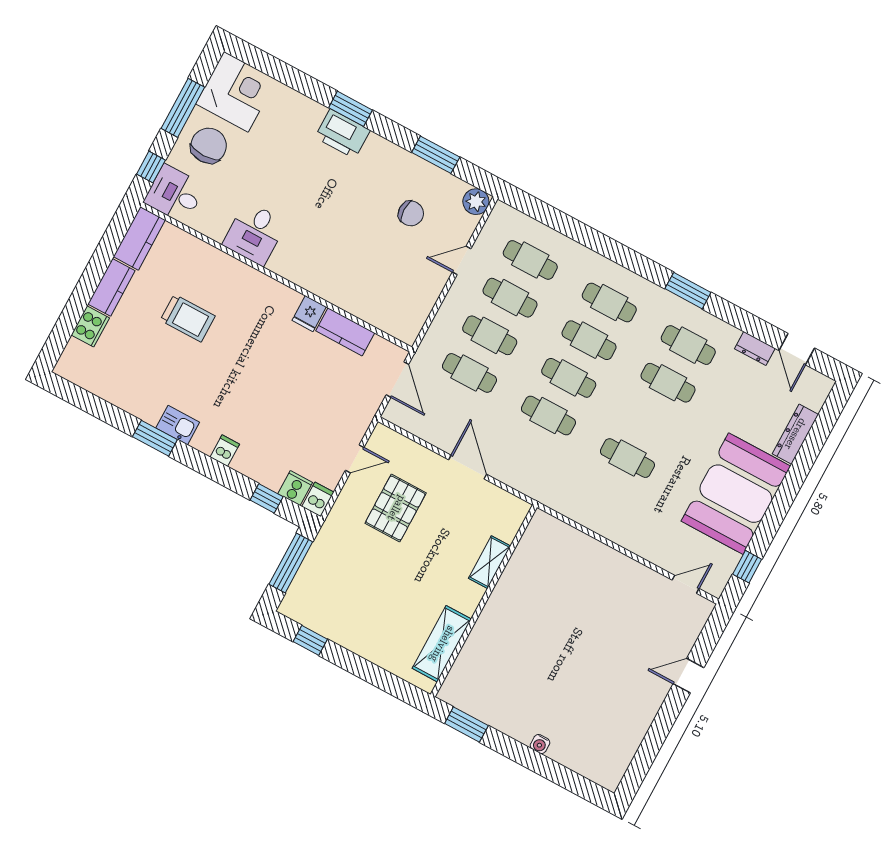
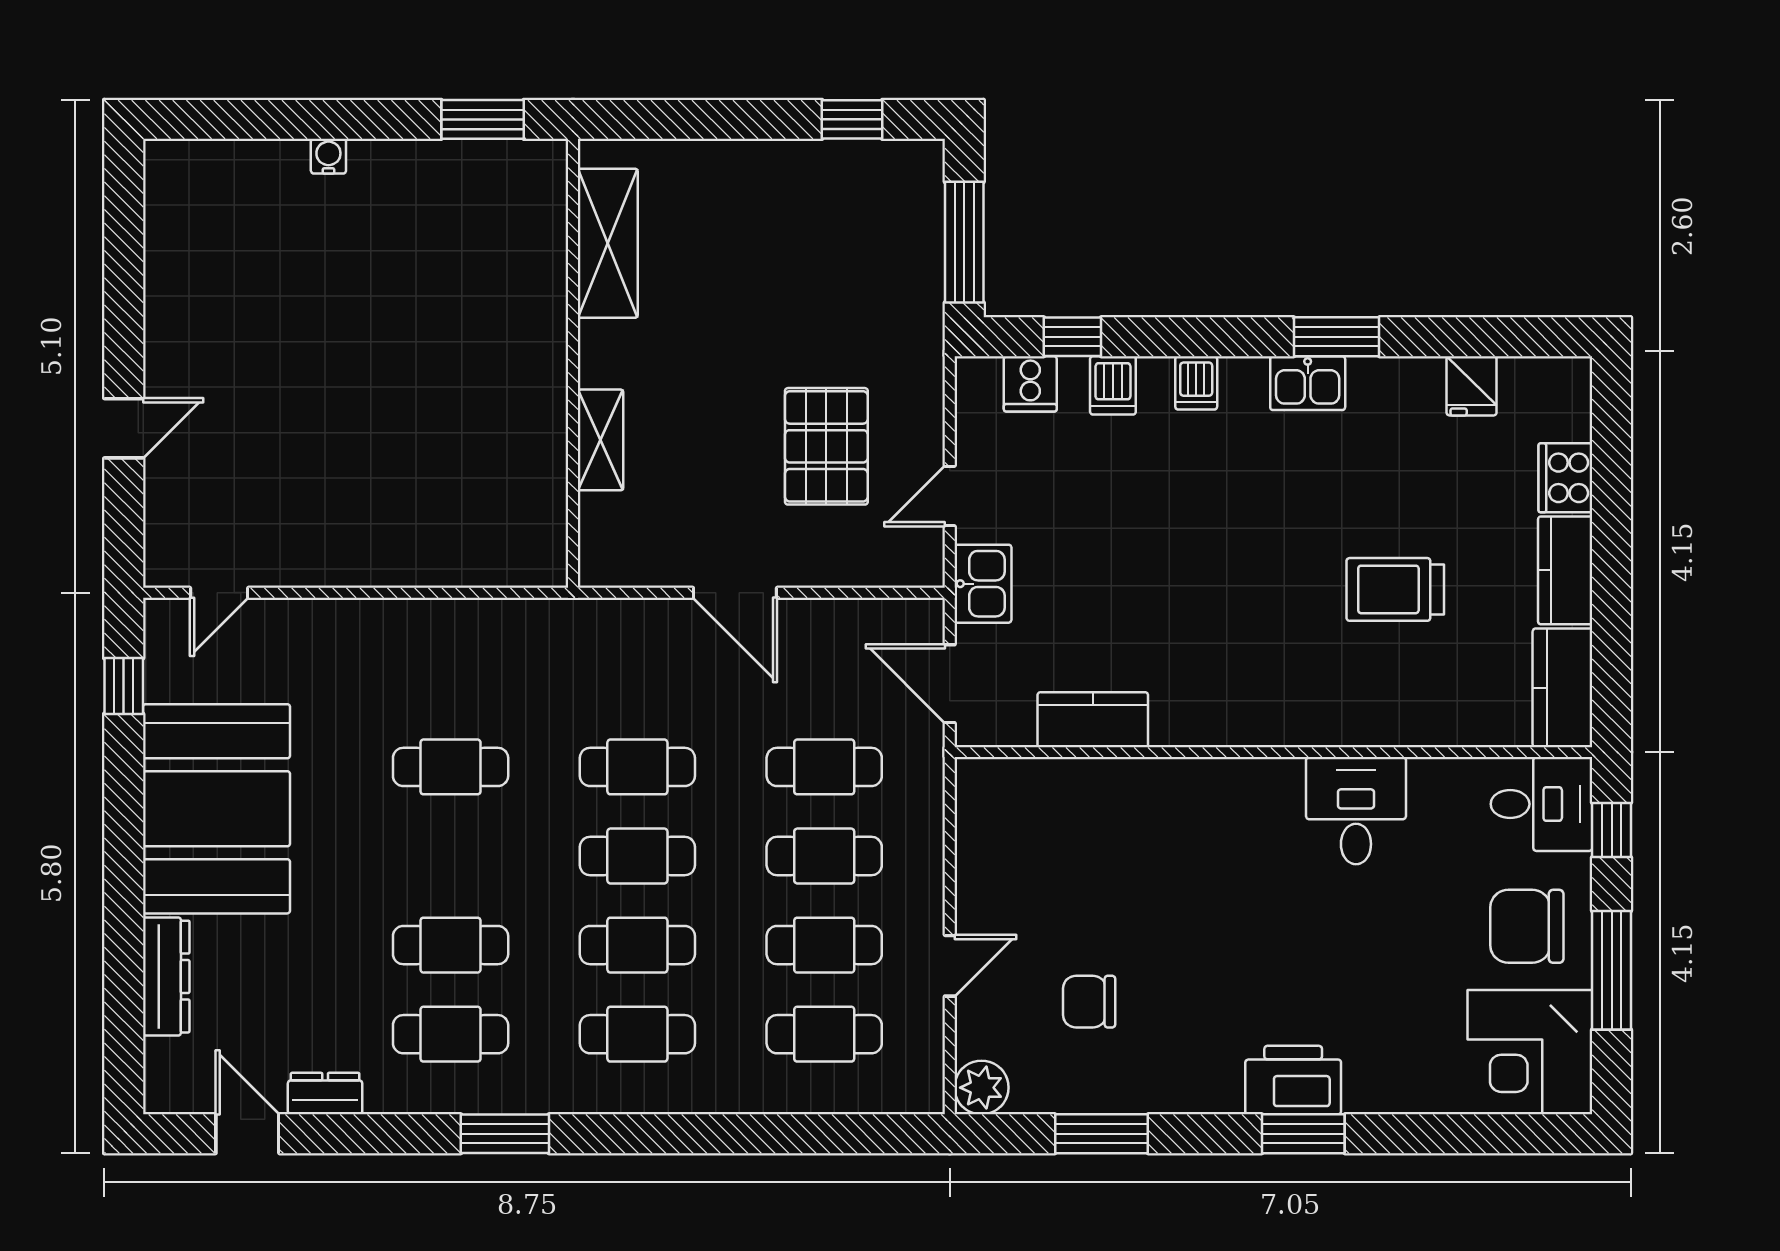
chair: (209, 146) -> (1527, 926), turned 90
fridge: (309, 314) -> (1472, 386), moved, turned 180
kitchen sink: (361, 414) -> (983, 584), added
dishwasher: (318, 499) -> (1113, 385), moved

